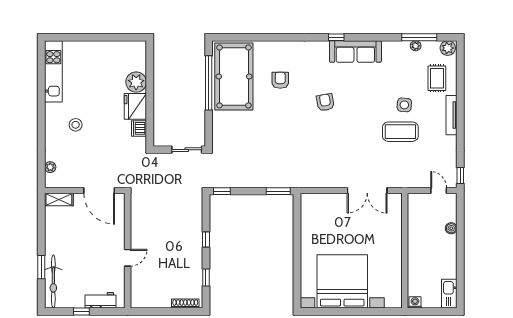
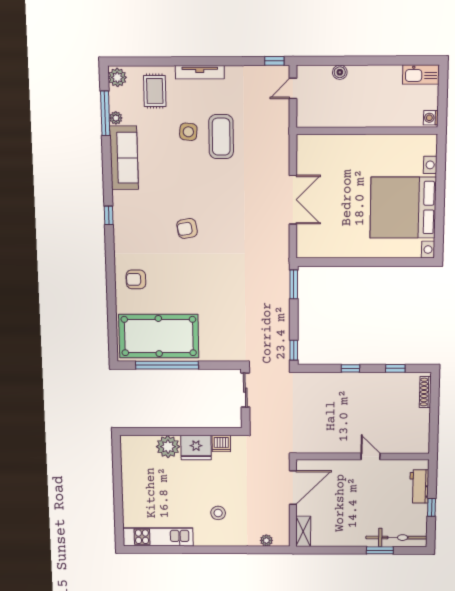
sofa: (355, 52) -> (124, 158), moved
rug: (437, 78) -> (155, 91), turned 90
armchair: (280, 80) -> (136, 279), moved
double door: (367, 190) -> (293, 200), moved

